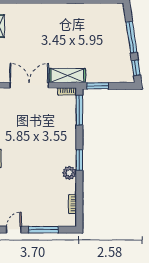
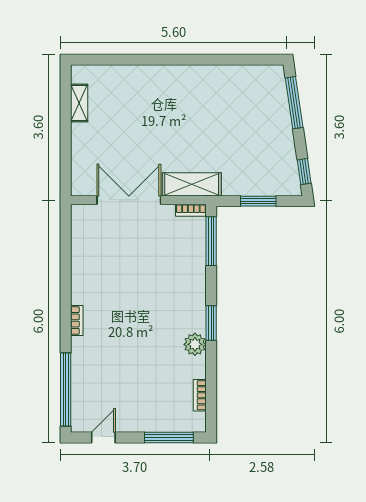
window: (131, 37) -> (294, 103), moved
window: (98, 86) -> (258, 201), moved
window: (43, 230) -> (169, 438), moved

